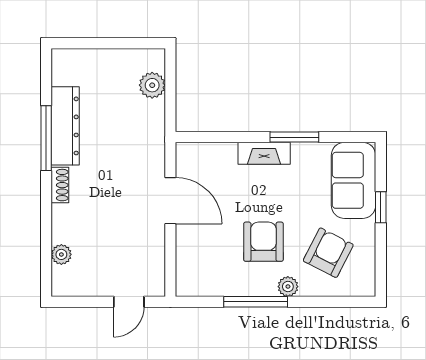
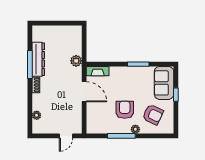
plant: (152, 85) -> (76, 61), moved
fireplace: (264, 153) -> (98, 71), moved
armchair: (328, 253) -> (153, 115), turned 88

